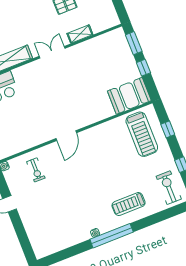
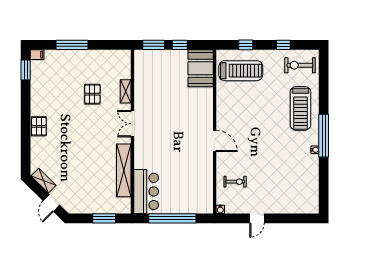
treadmill: (129, 204) -> (300, 108), width x1.37, depth x1.38

